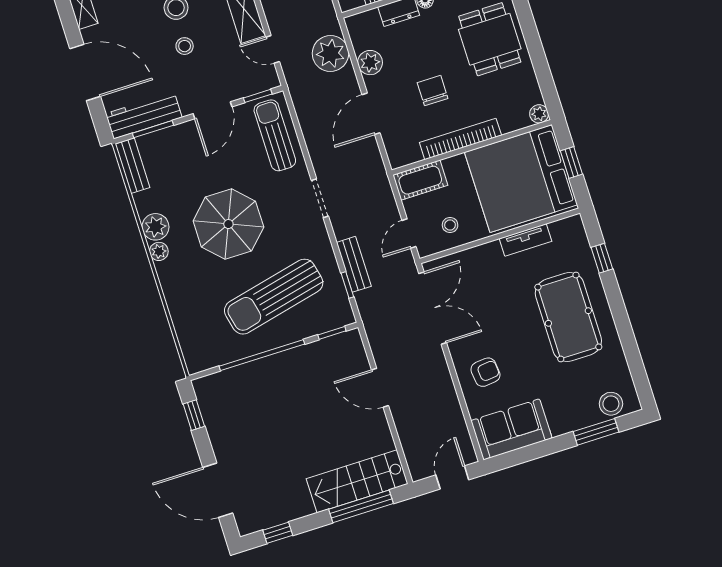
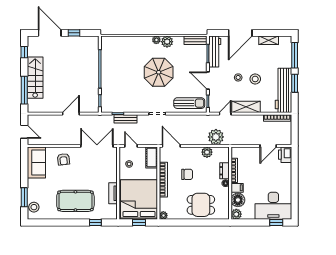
door: (371, 114) -> (171, 146), moved
sun lounger: (274, 297) -> (123, 81), removed
double door: (433, 308) -> (97, 146), swing flipped
window: (194, 415) -> (74, 33), moved
stairs: (357, 481) -> (35, 78), moved
door: (218, 490) -> (50, 33), hinge flipped

